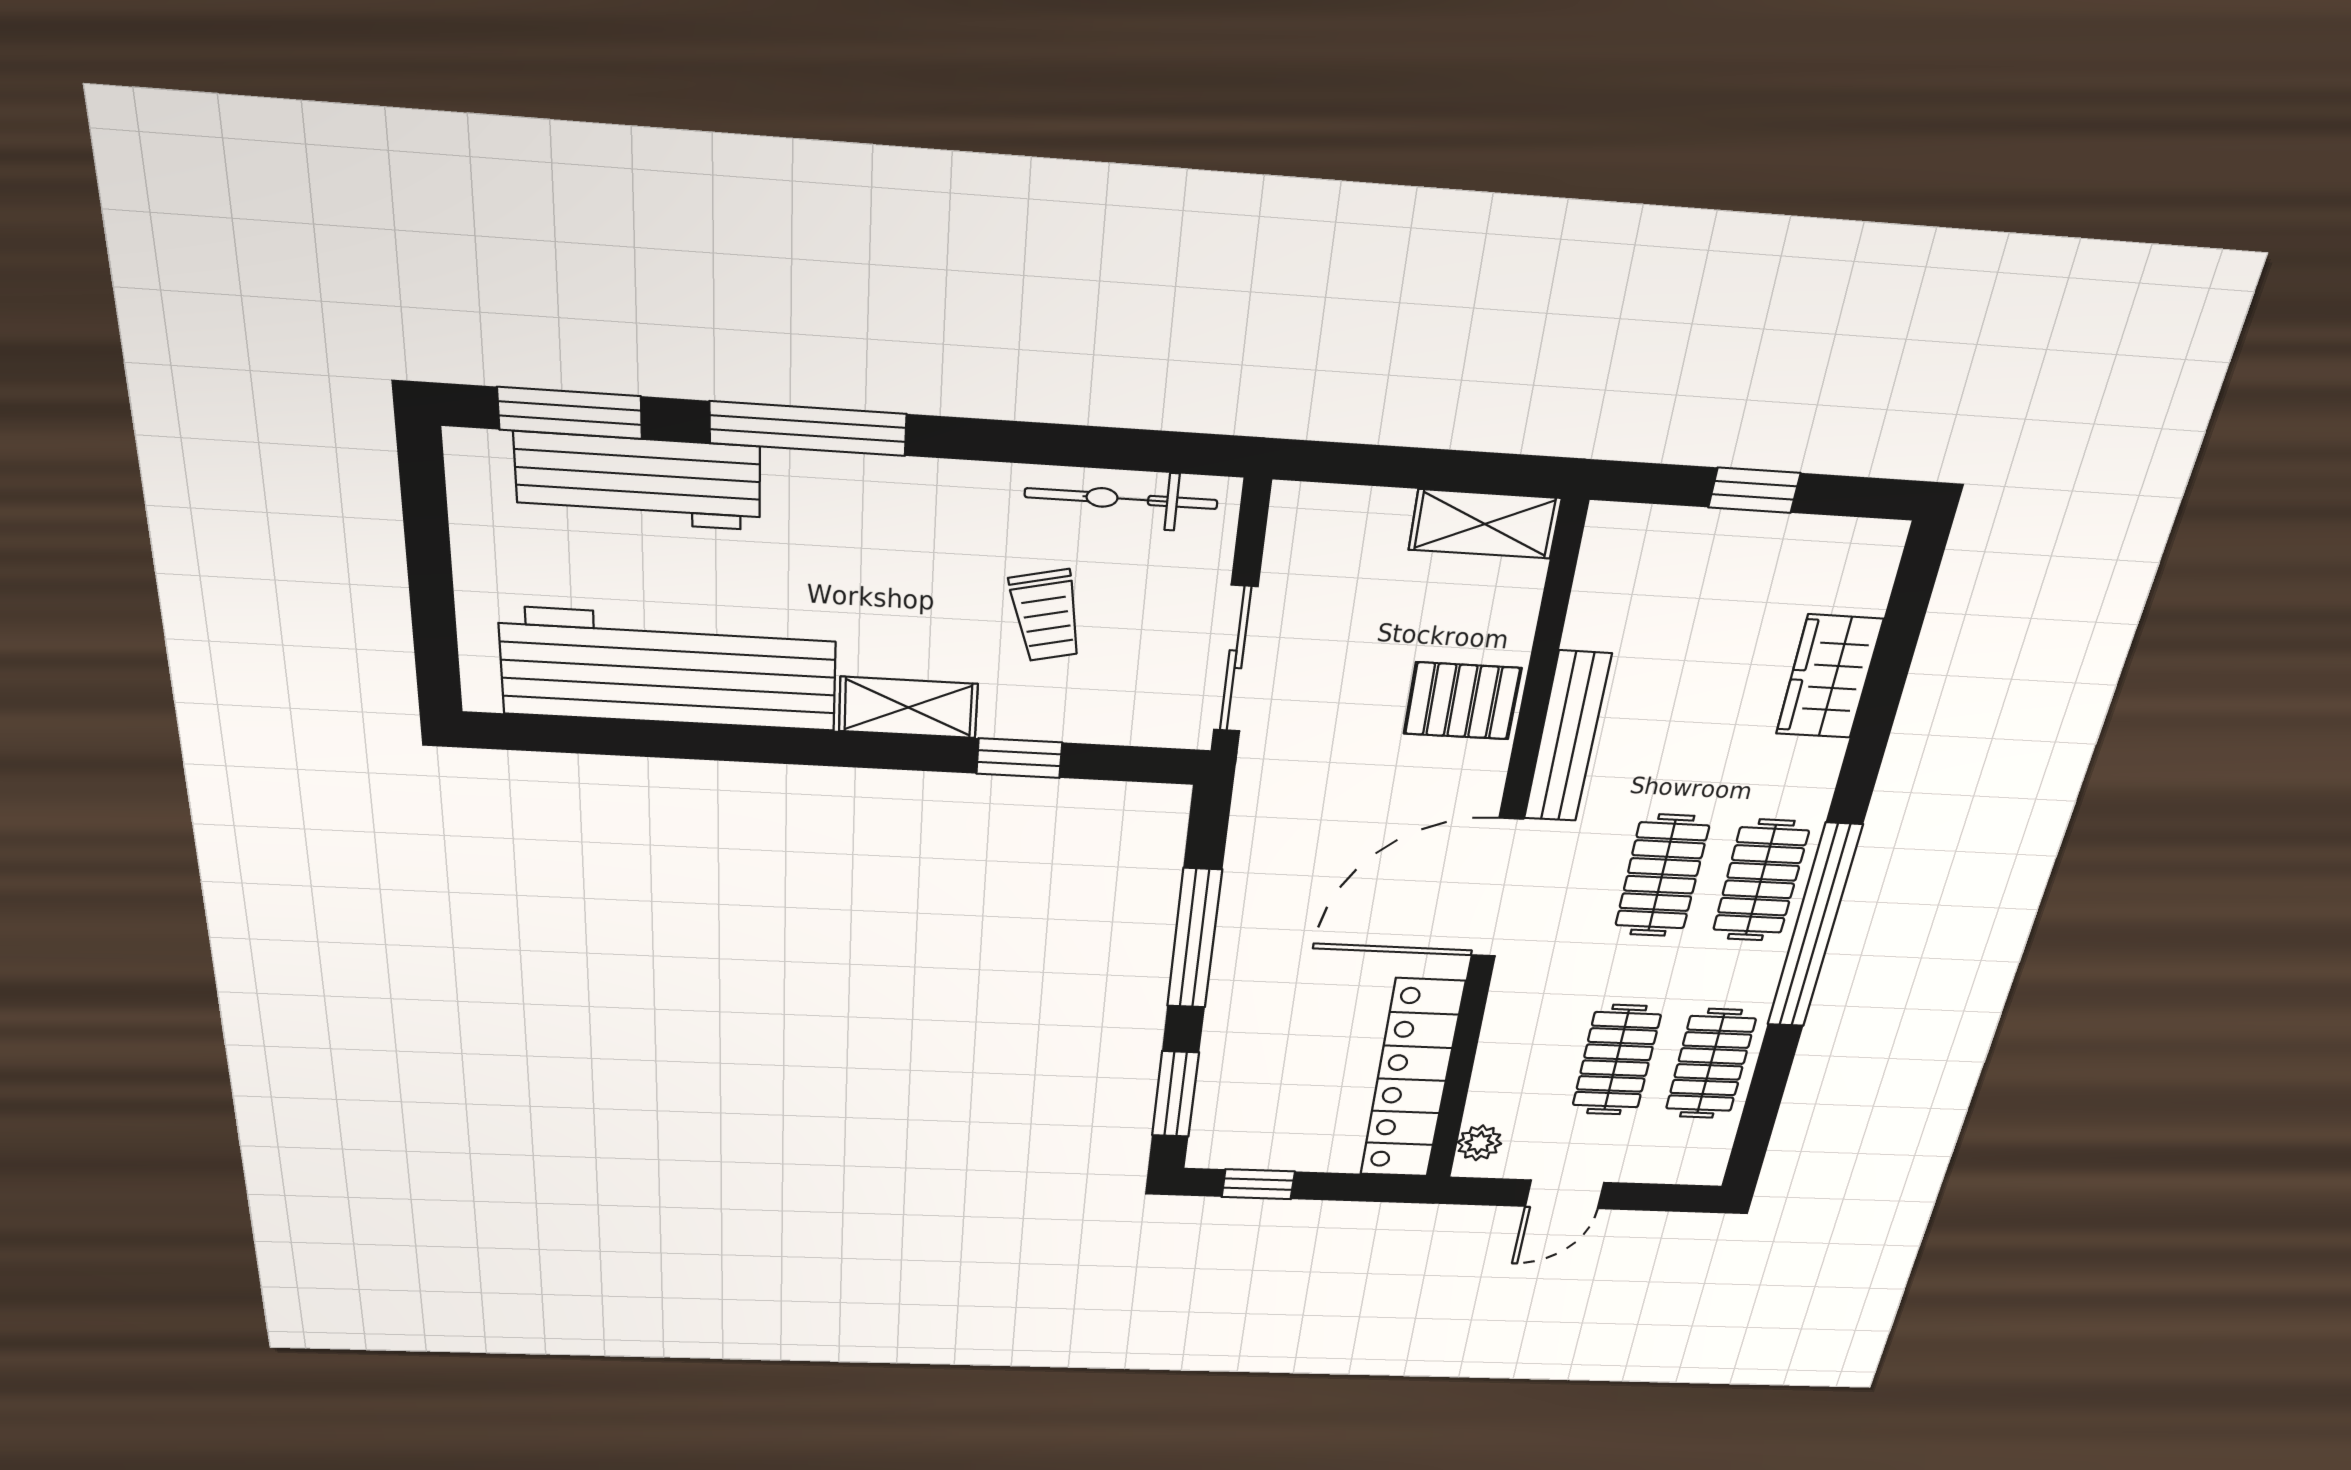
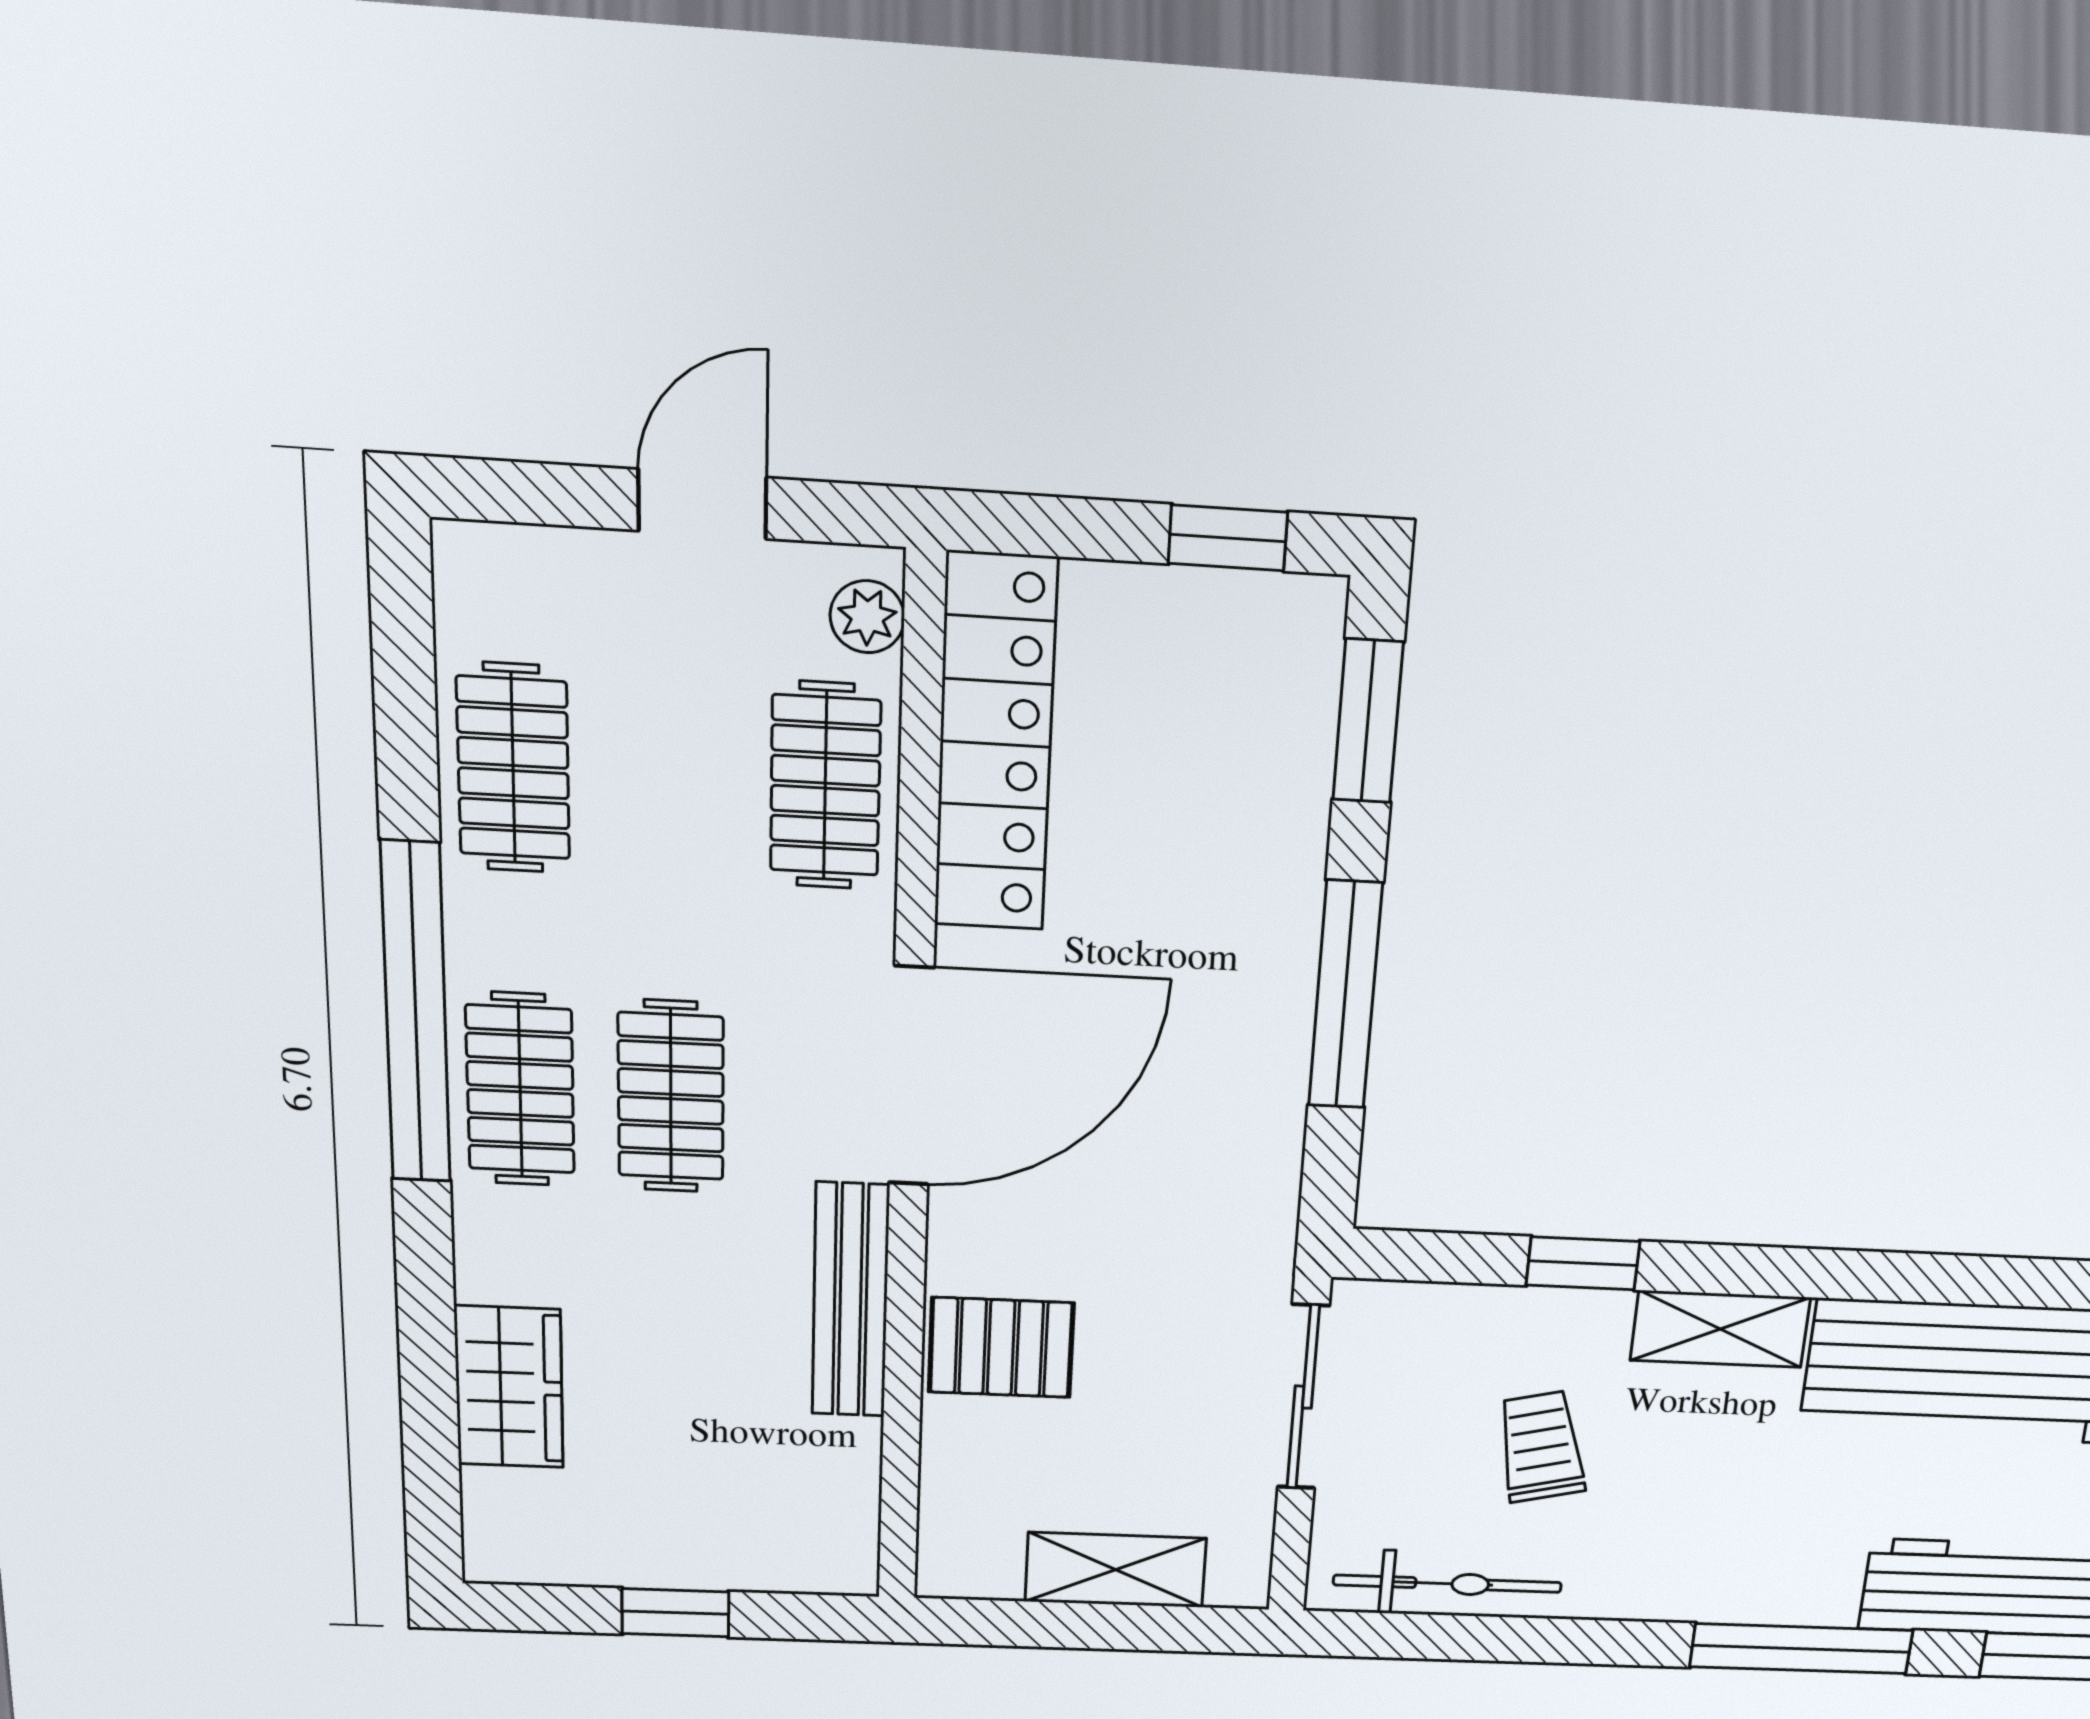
shelving: (1485, 524) -> (1116, 1570), moved
clothes rail: (1616, 1060) -> (825, 786), moved

